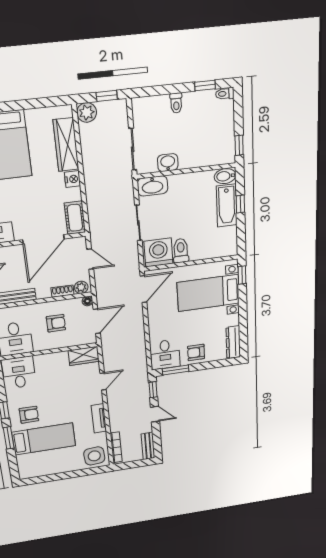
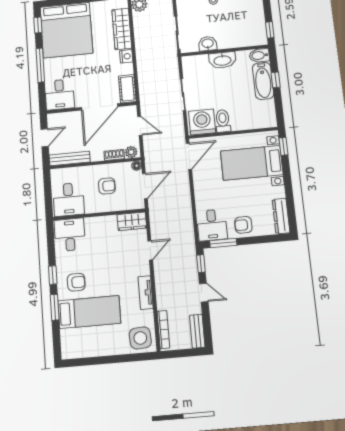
washbasin: (152, 186) -> (222, 60), moved

